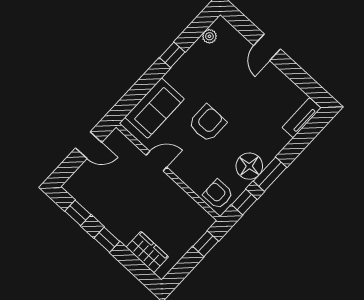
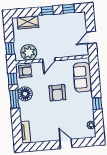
door: (156, 161) -> (49, 60), moved
plant: (188, 213) -> (29, 52), added

